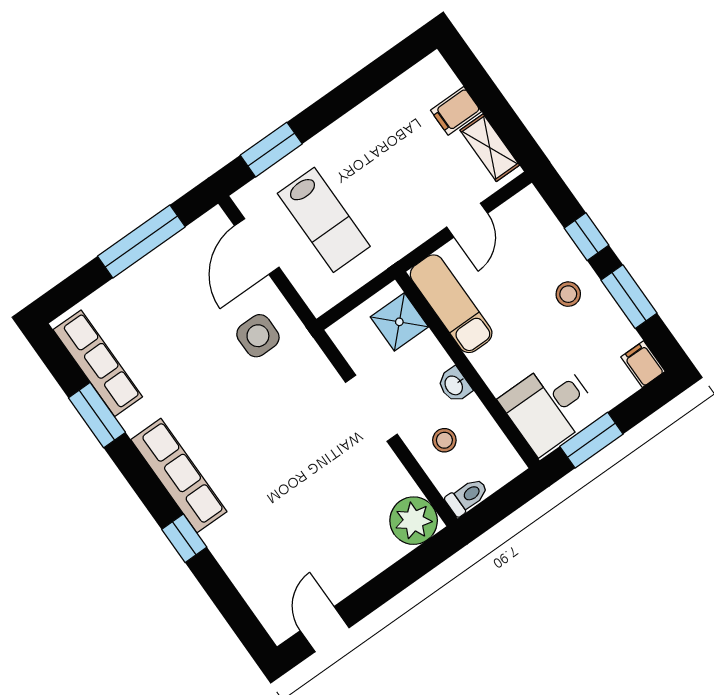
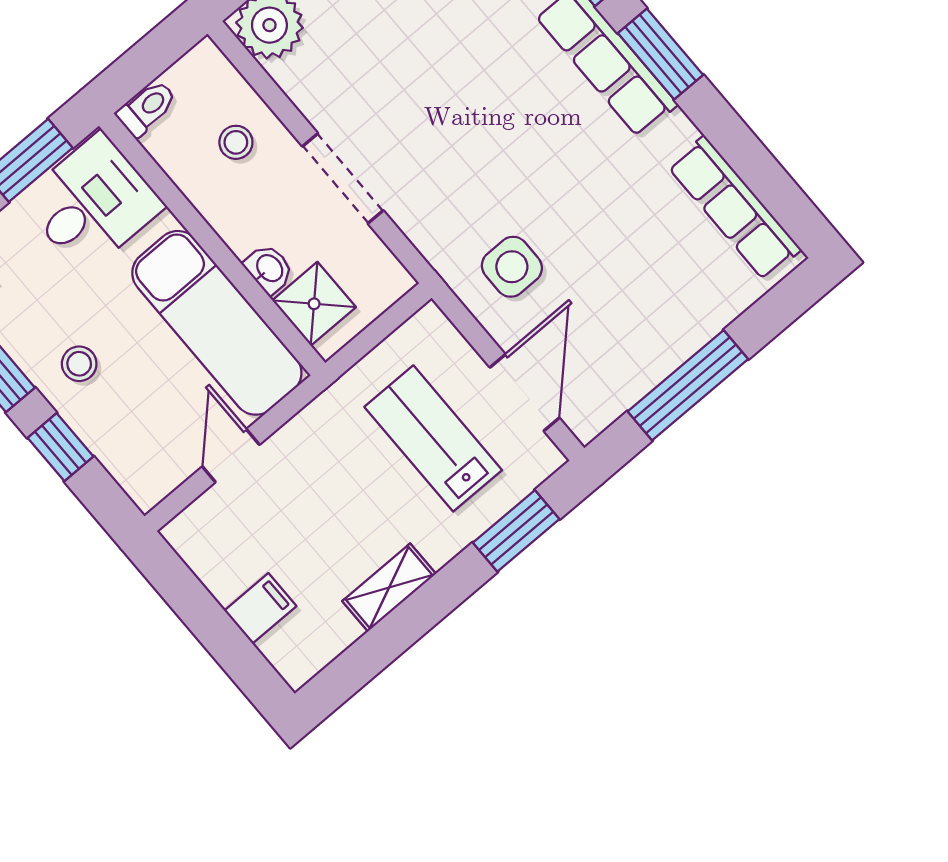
shelving: (490, 148) -> (389, 587), moved, turned 90
exam couch: (451, 304) -> (217, 323), width x1.36, depth x1.45
washbasin: (454, 385) -> (269, 269), moved
window: (97, 415) -> (661, 54), moved
toilet: (467, 497) -> (147, 108), moved, turned 180

